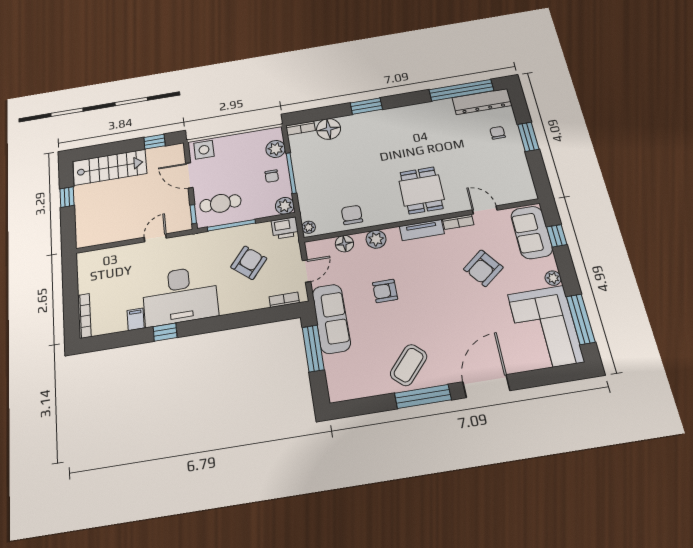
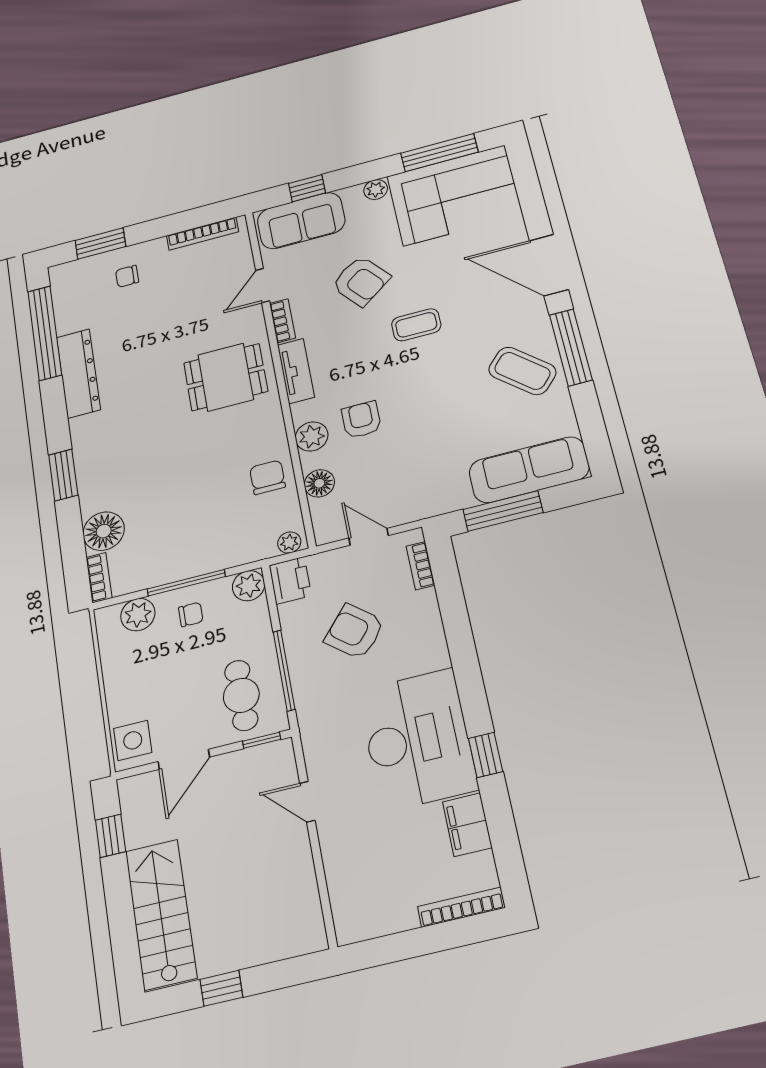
dresser: (482, 102) -> (78, 373), moved
window: (528, 137) -> (100, 243), moved
bookcase: (526, 174) -> (203, 234), added
chair: (352, 215) -> (268, 477), turned 90
armchair: (385, 291) -> (361, 420), moved, turned 180
coffee table: (448, 301) -> (416, 325), added
filing cabinet: (136, 319) -> (467, 825), width x2.00
sofa: (331, 319) -> (529, 470), moved

